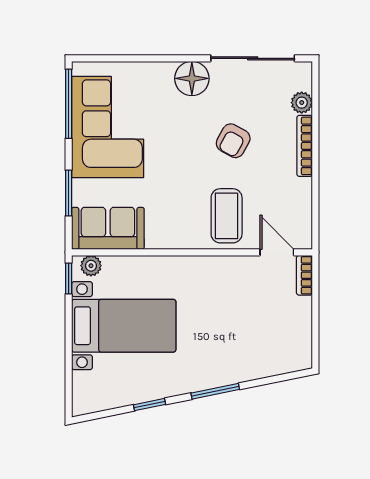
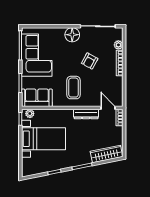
coffee table: (227, 216) -> (73, 88), moved
dresser: (225, 267) -> (86, 114), added
wardrobe: (273, 362) -> (106, 154), added

